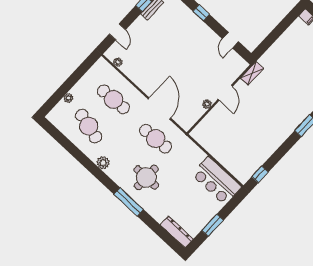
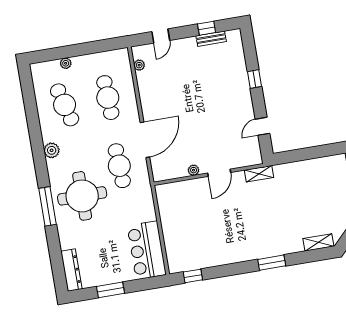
cafe table: (89, 126) -> (65, 105), turned -30
round table: (146, 177) -> (82, 196), width x1.36, depth x1.36

